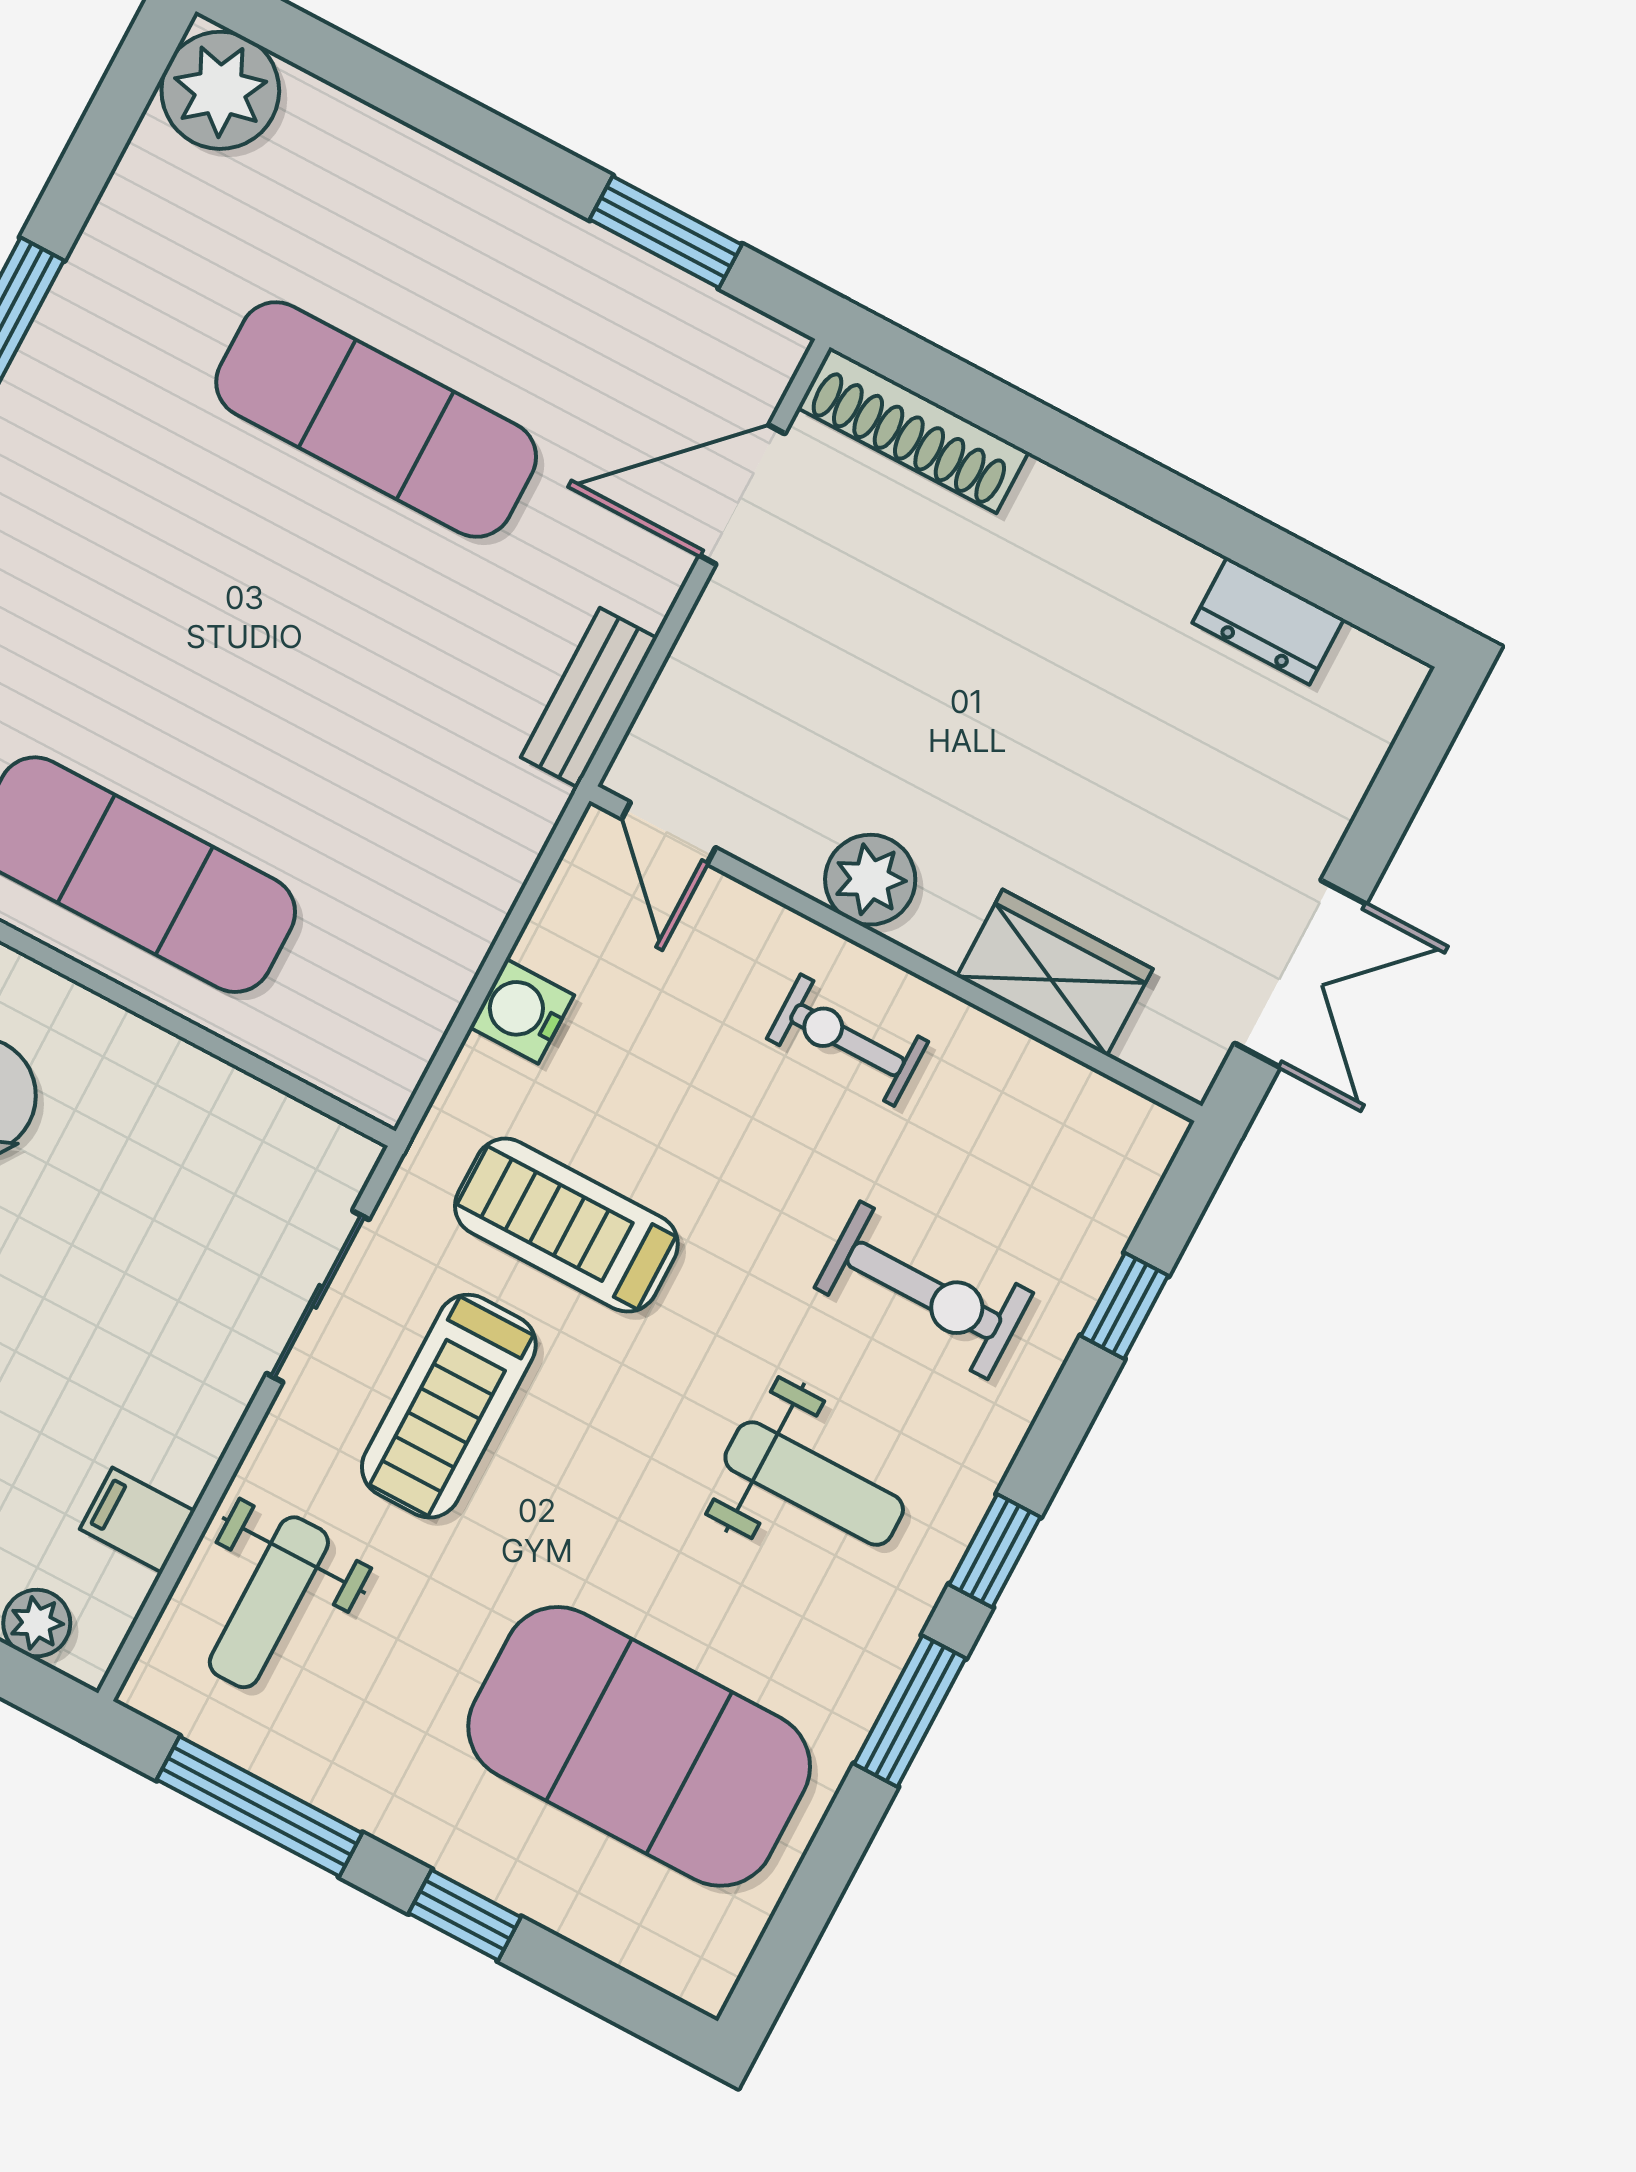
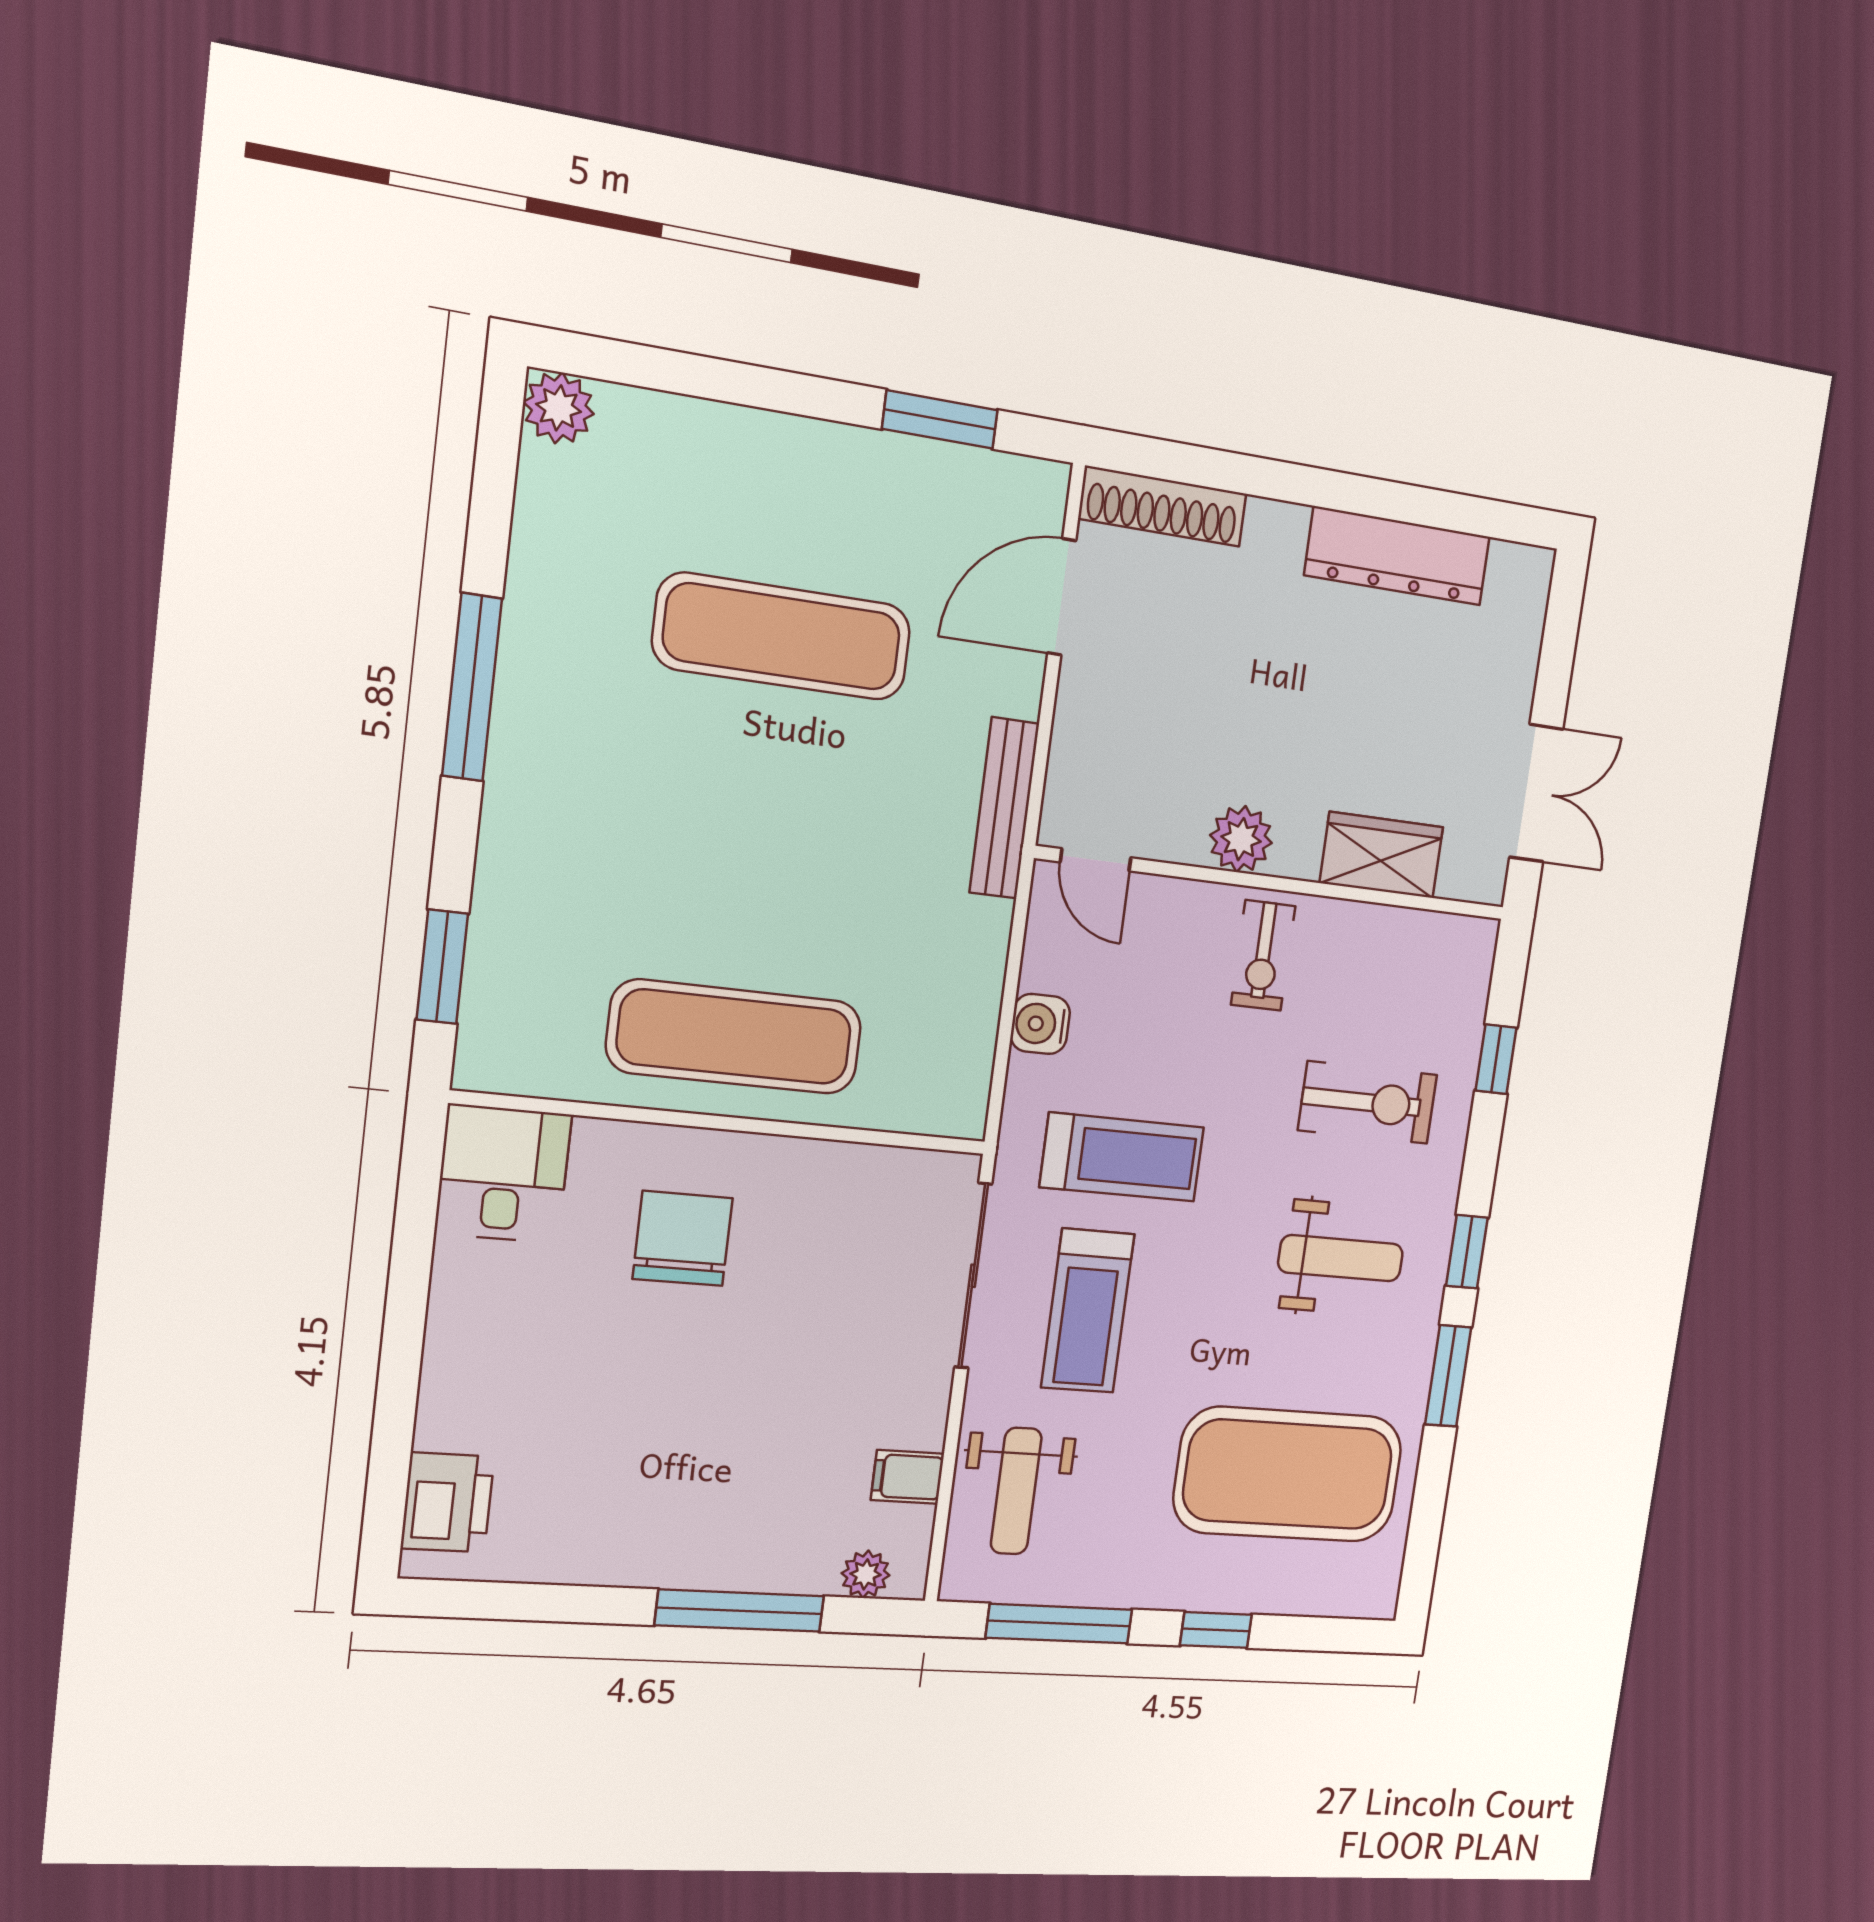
plant: (220, 90) -> (559, 408), width x0.73, depth x0.73
dresser: (1268, 621) -> (1397, 556), width x1.96, depth x1.24
bench: (589, 698) -> (1004, 808), width x1.36
exercise bike: (847, 1040) -> (1263, 955), turned -90
treadmill: (566, 1225) -> (1122, 1157), turned 180
sliding door: (318, 1296) -> (973, 1276), width x1.37

